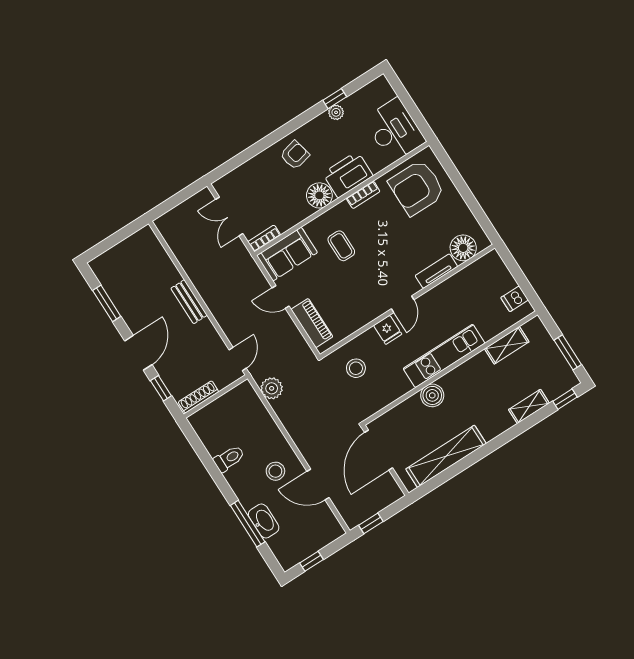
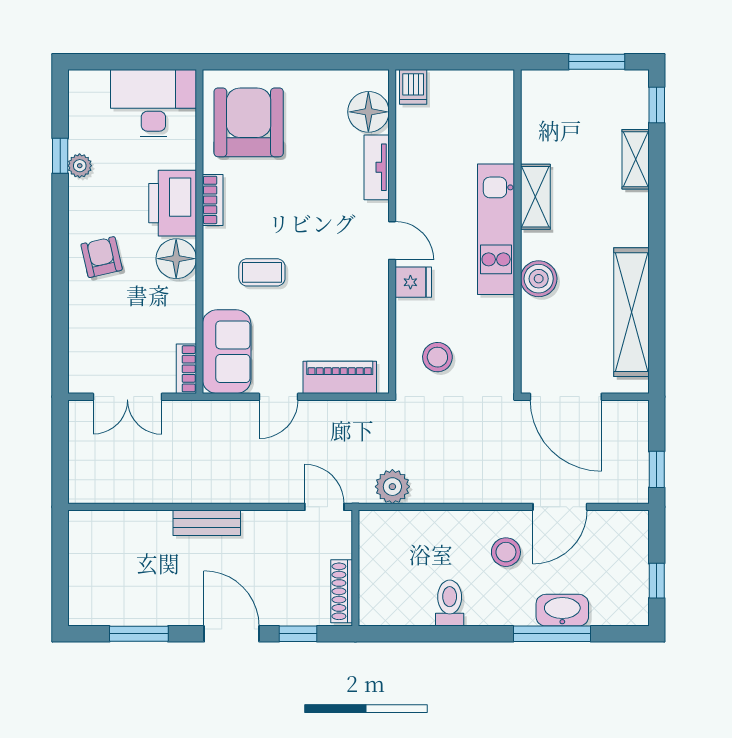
armchair: (417, 188) -> (249, 122), turned 180
dishwasher: (515, 299) -> (413, 87), moved
shelving: (507, 345) -> (535, 197), moved

